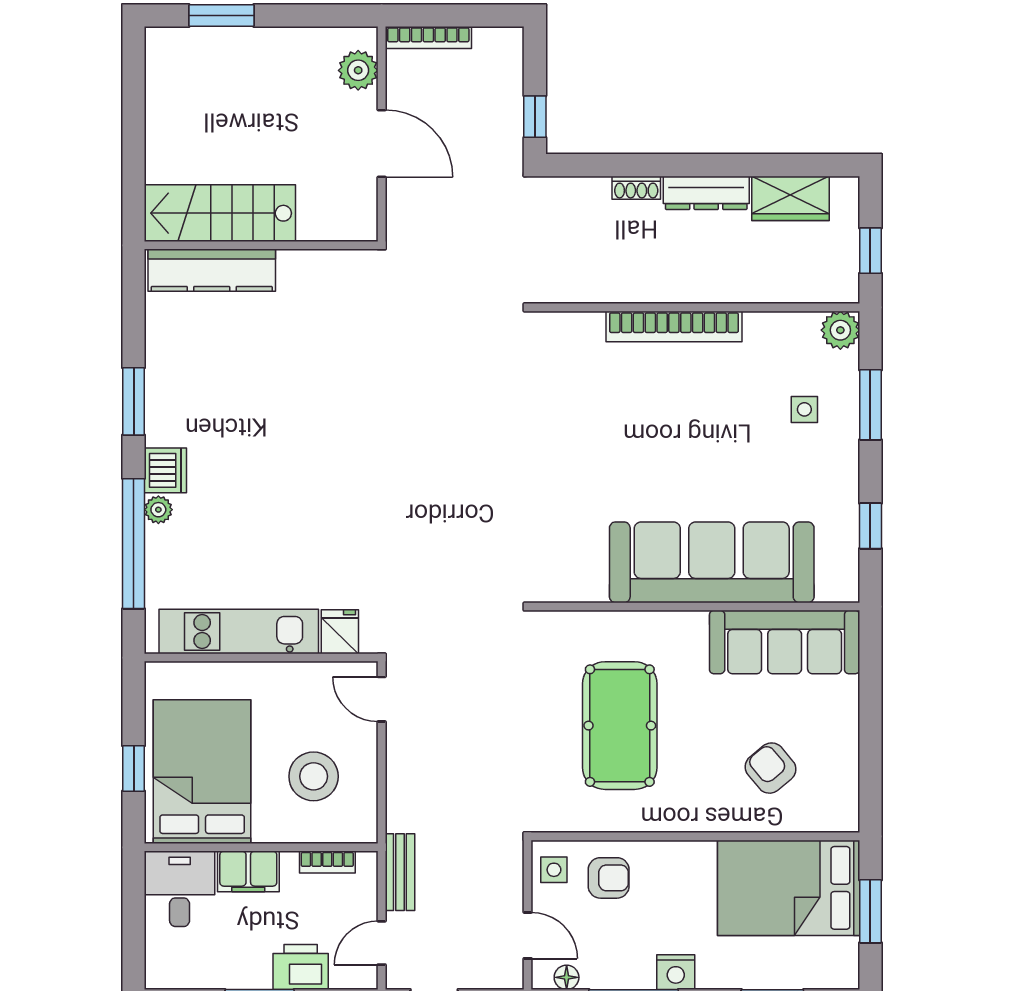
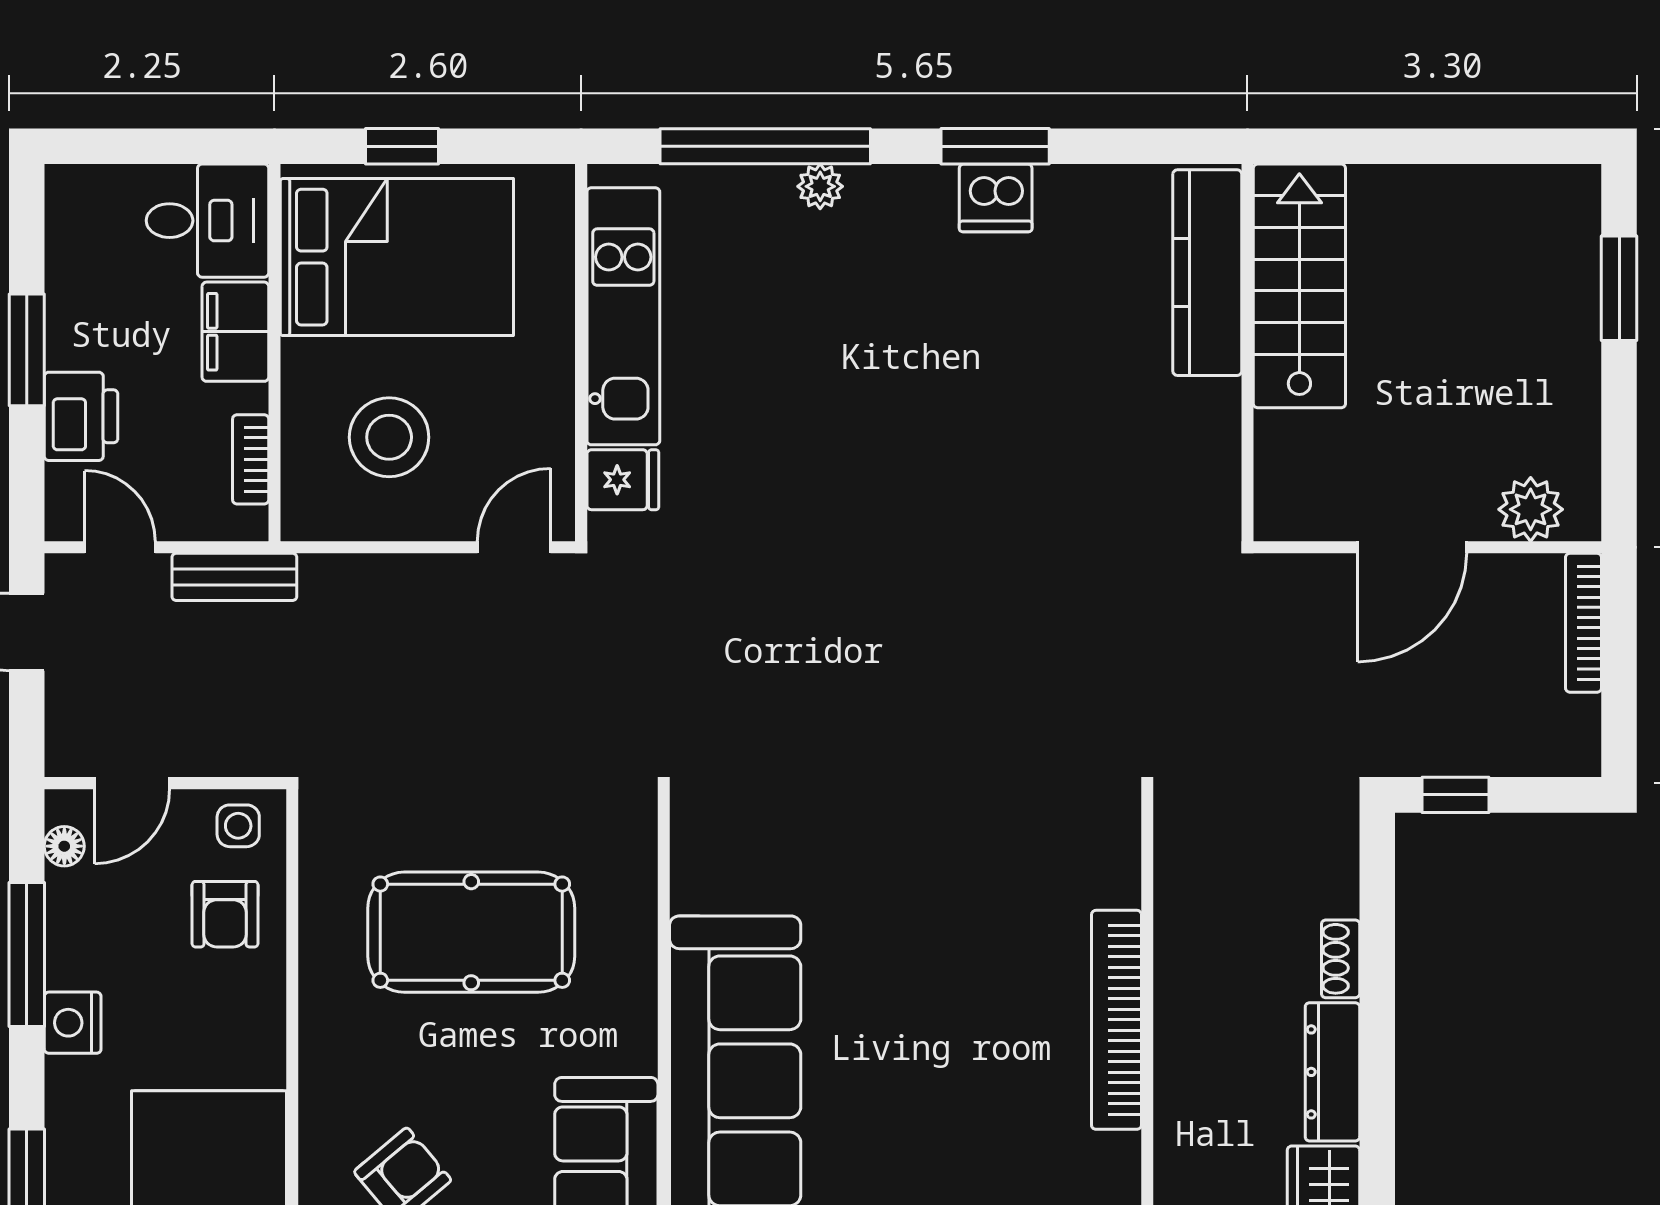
dishwasher: (165, 470) -> (996, 198), moved

